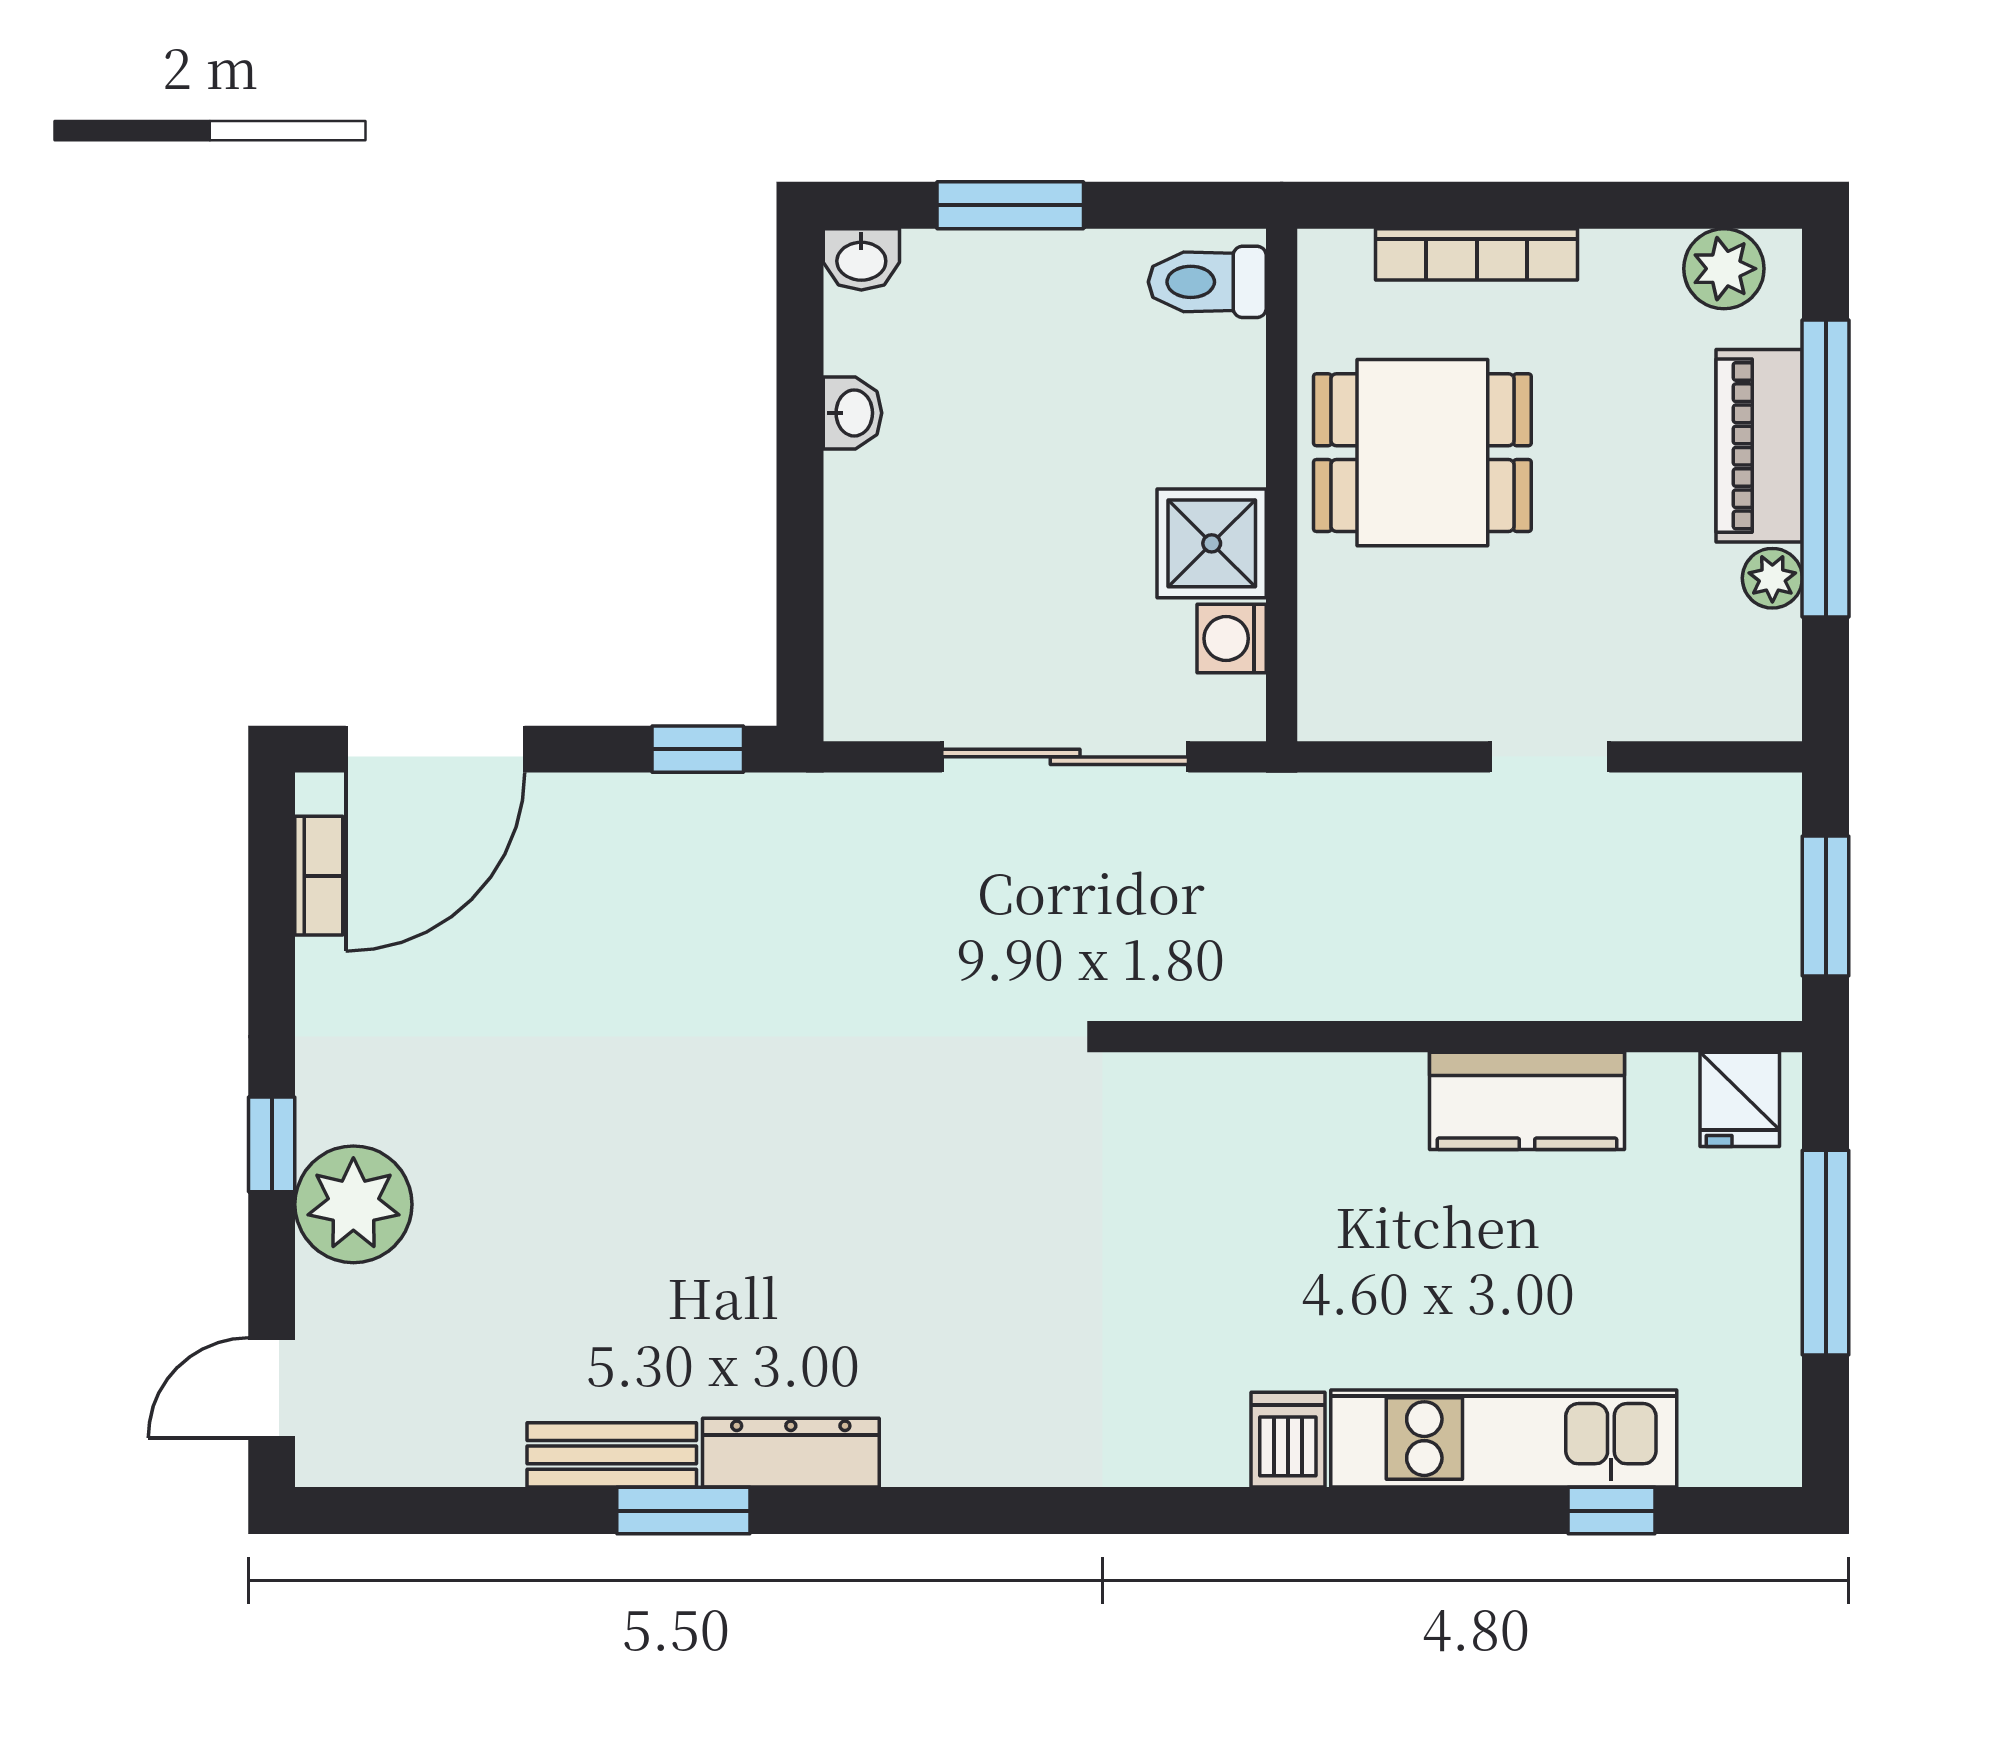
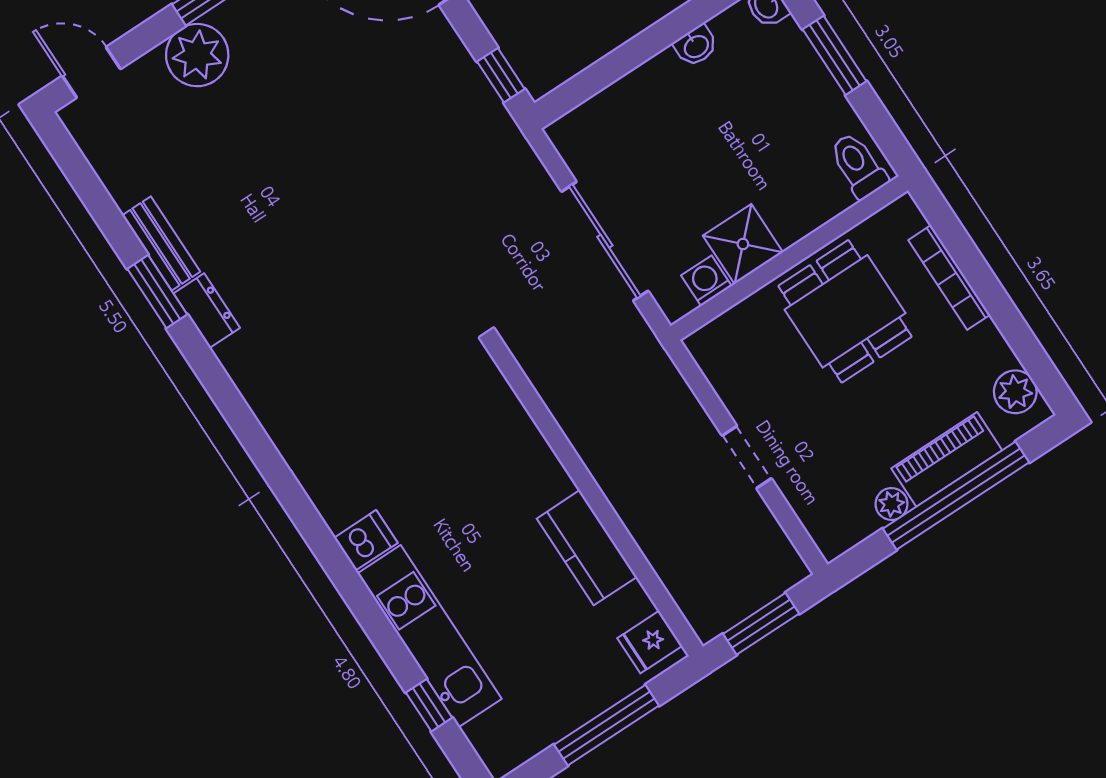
dresser: (791, 1453) -> (207, 311), width x0.70

